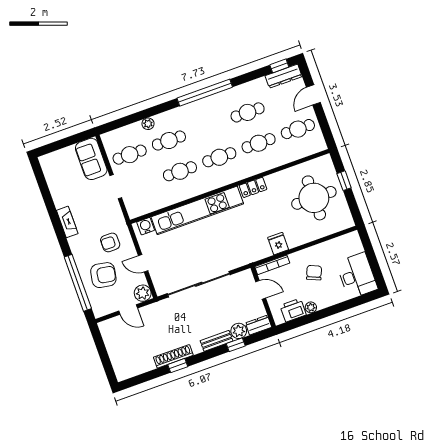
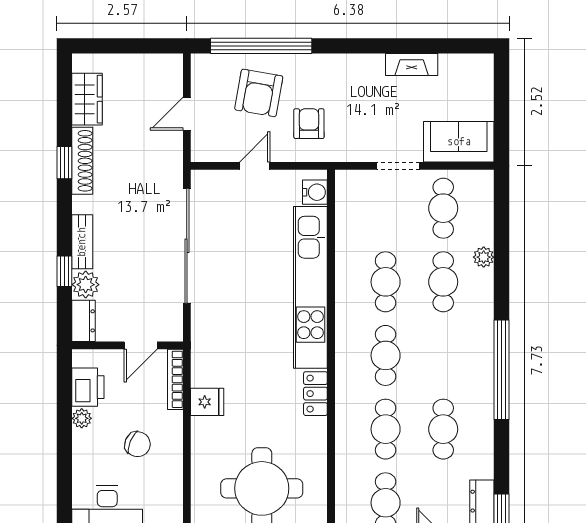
fireplace: (67, 222) -> (412, 65), moved
plant: (143, 293) -> (205, 147), removed
wardrobe: (140, 366) -> (87, 99), added

